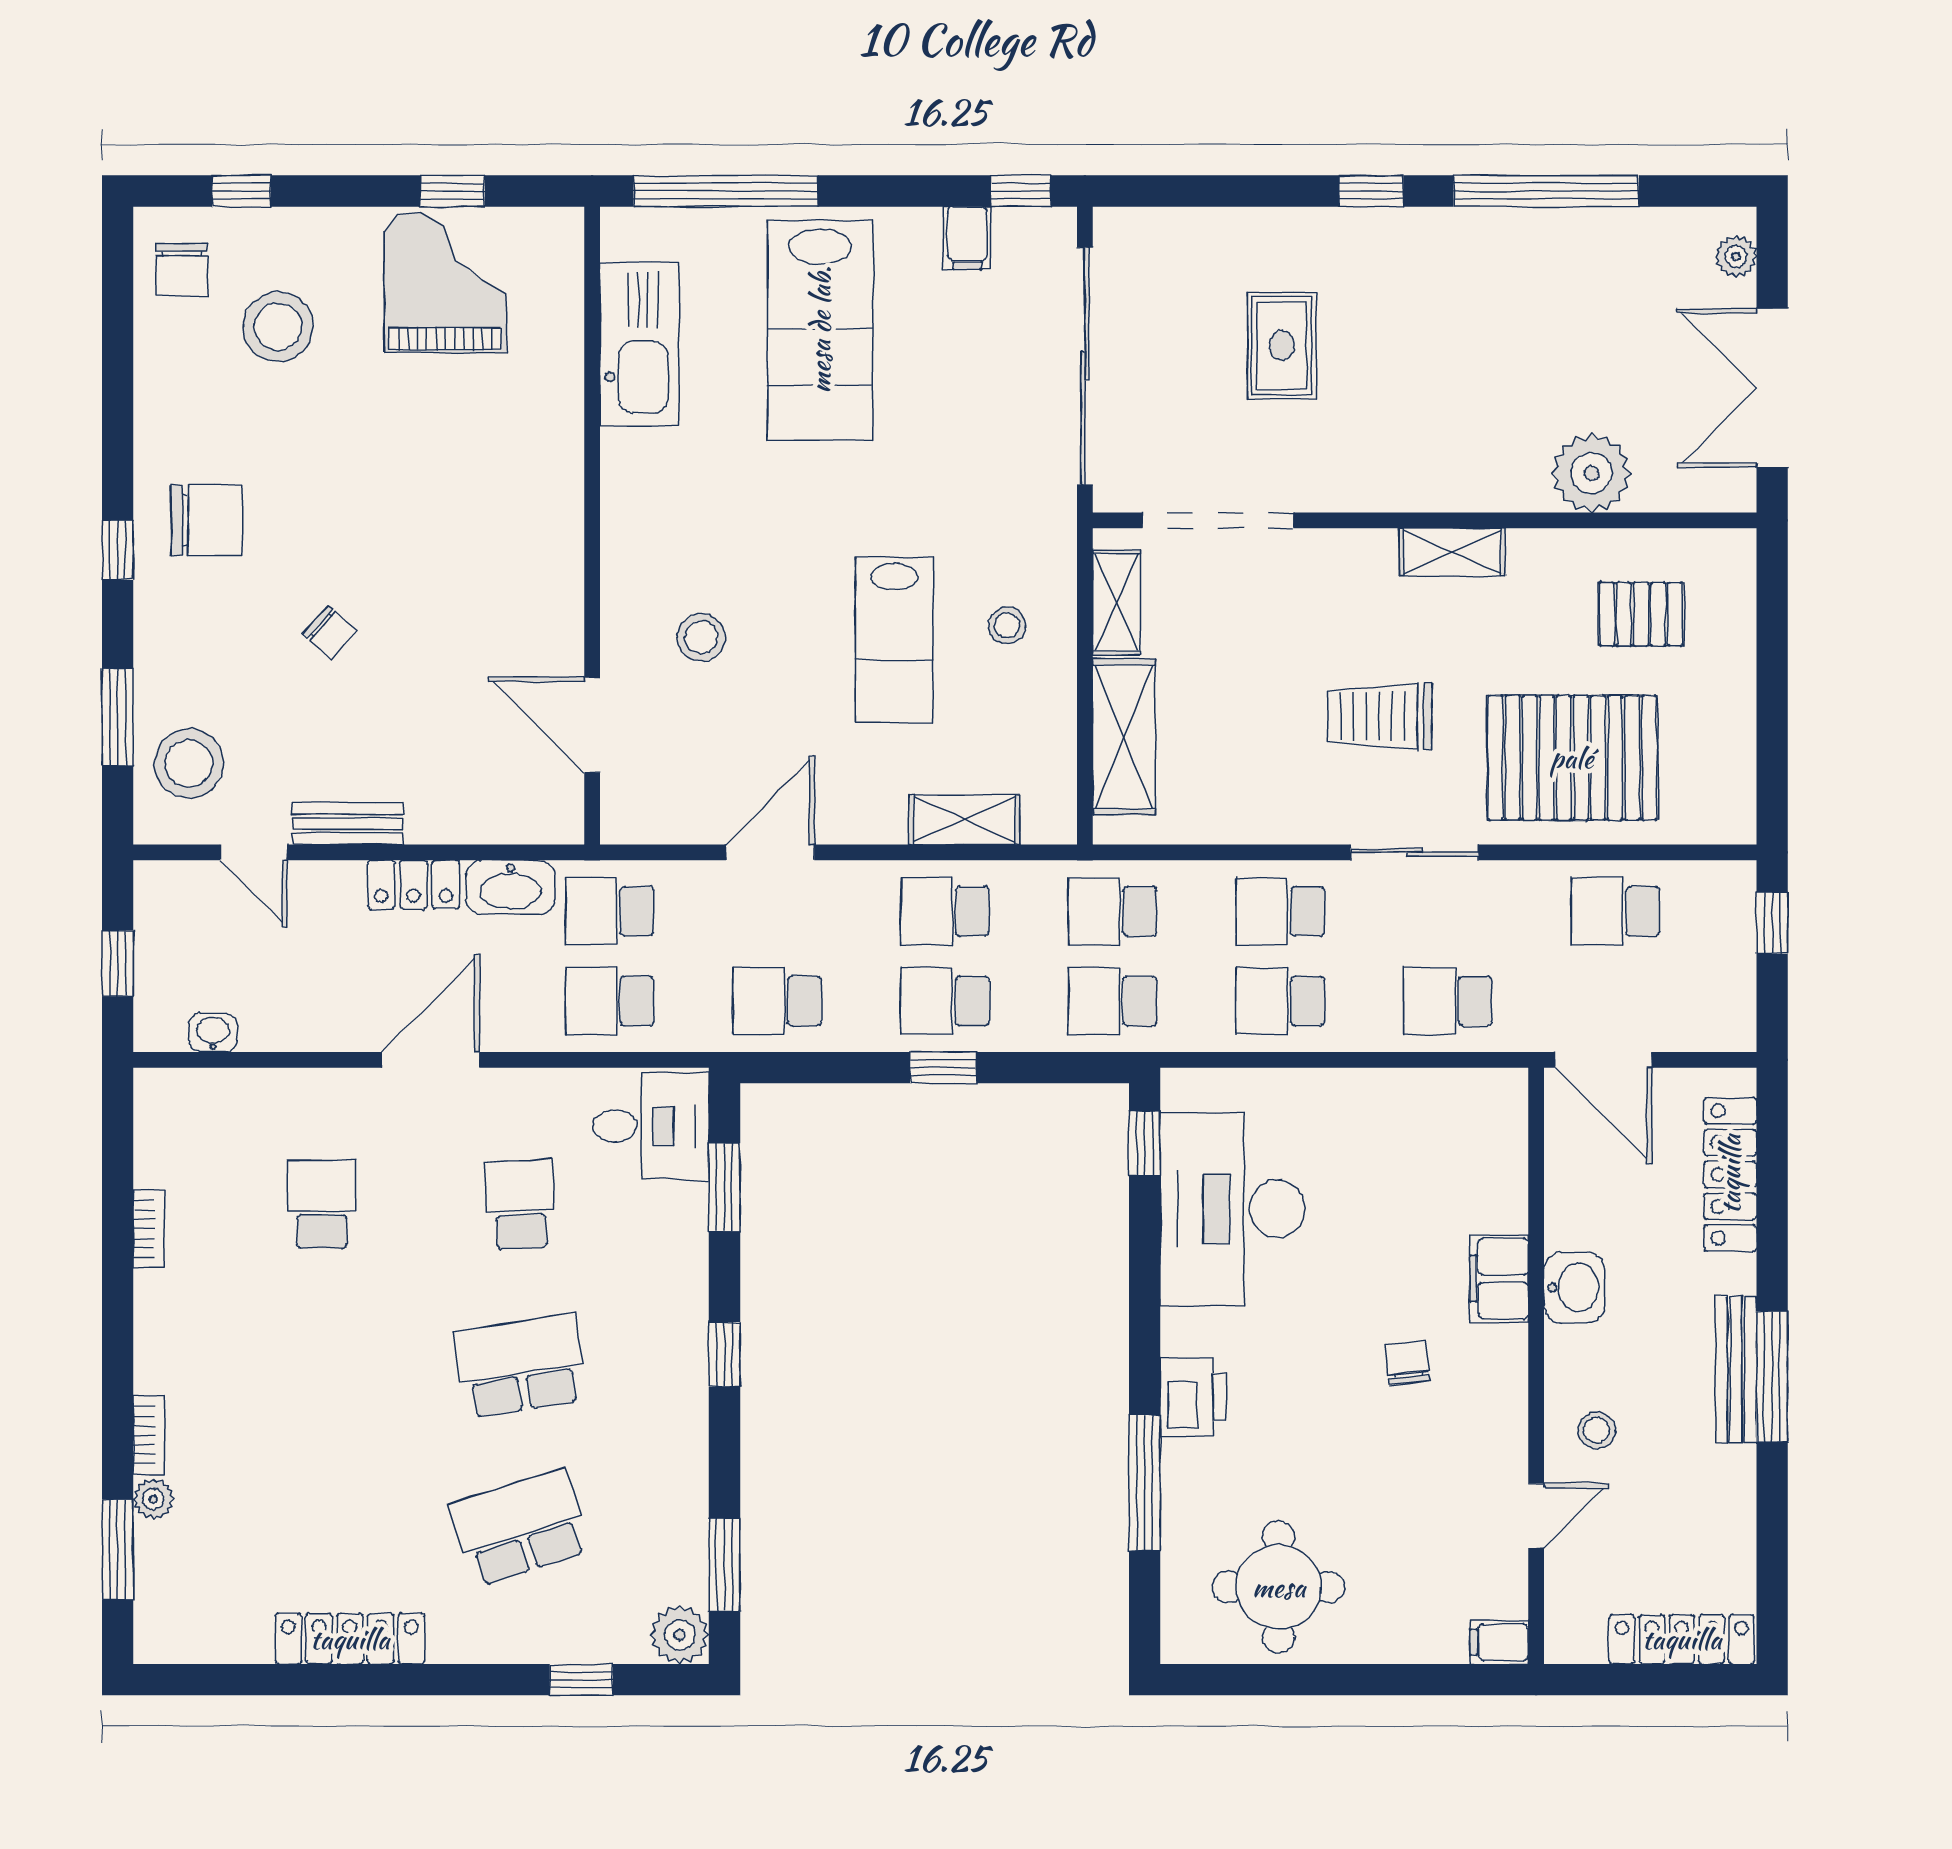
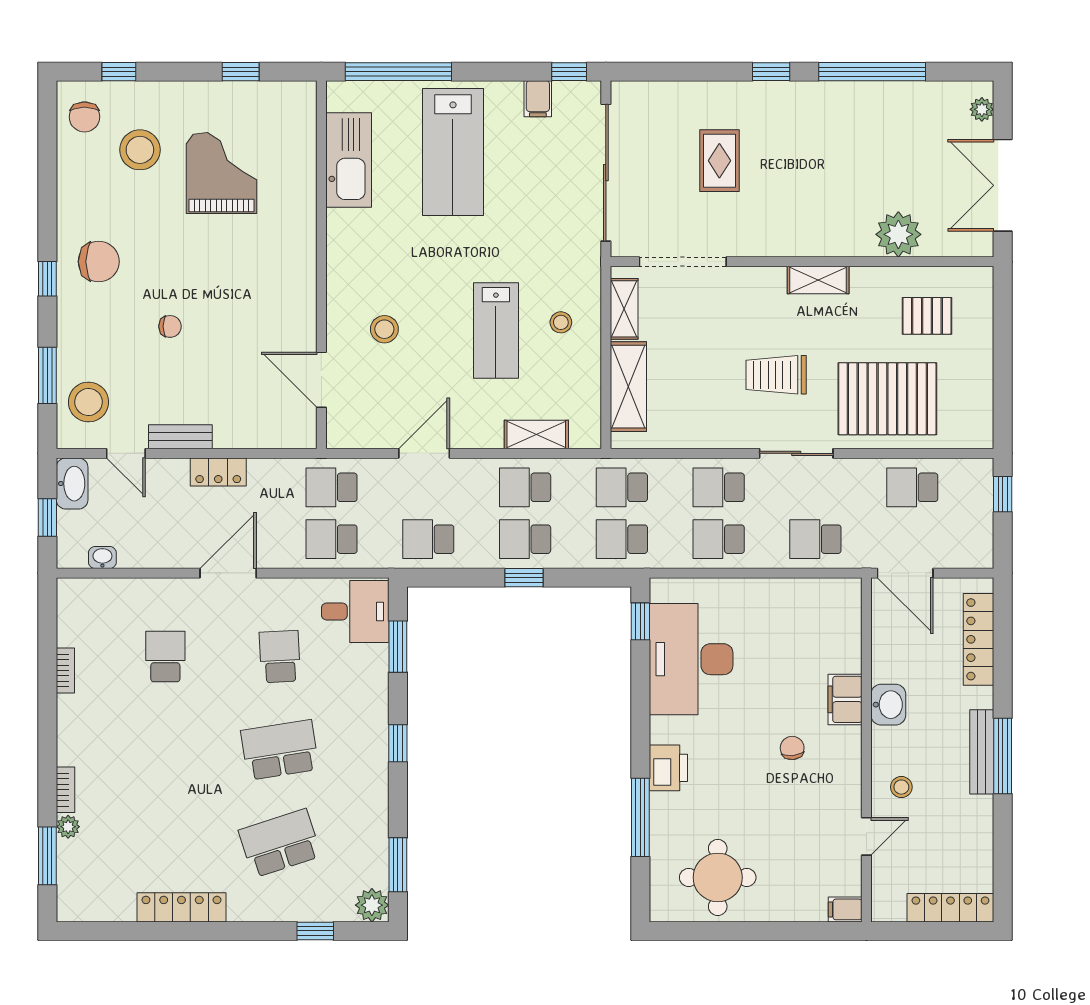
grand piano: (445, 282) -> (221, 173), moved
chair: (330, 633) -> (170, 326), turned -42
washbasin: (511, 887) -> (72, 484), moved, turned -90

